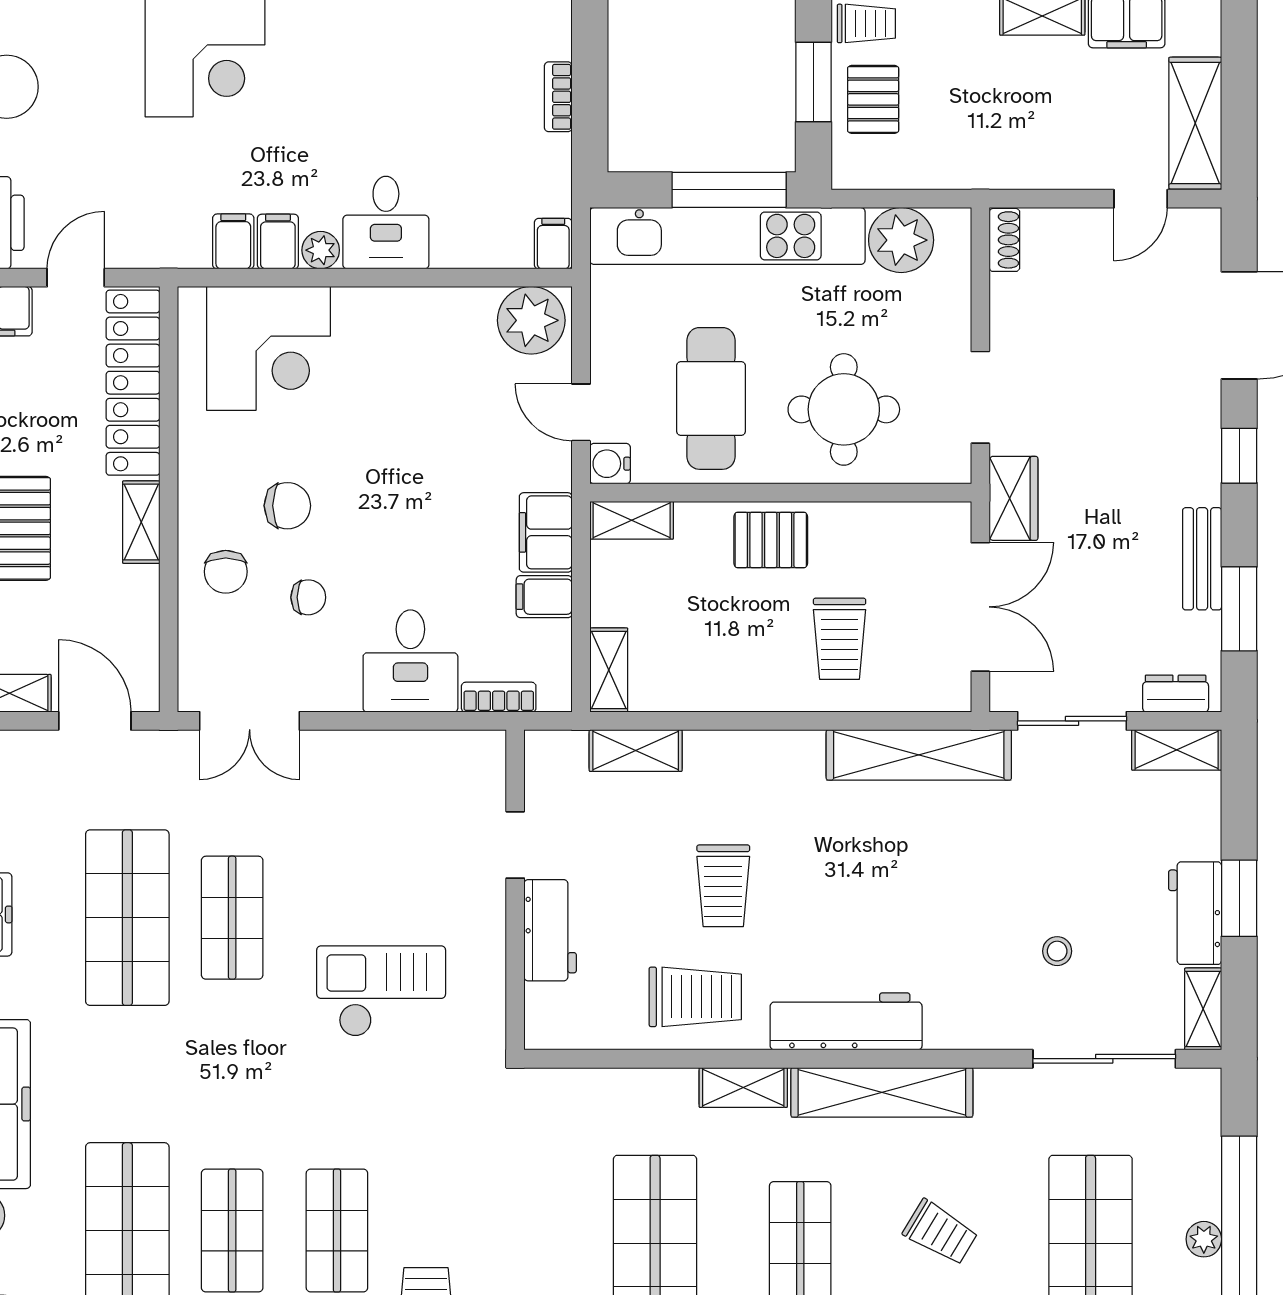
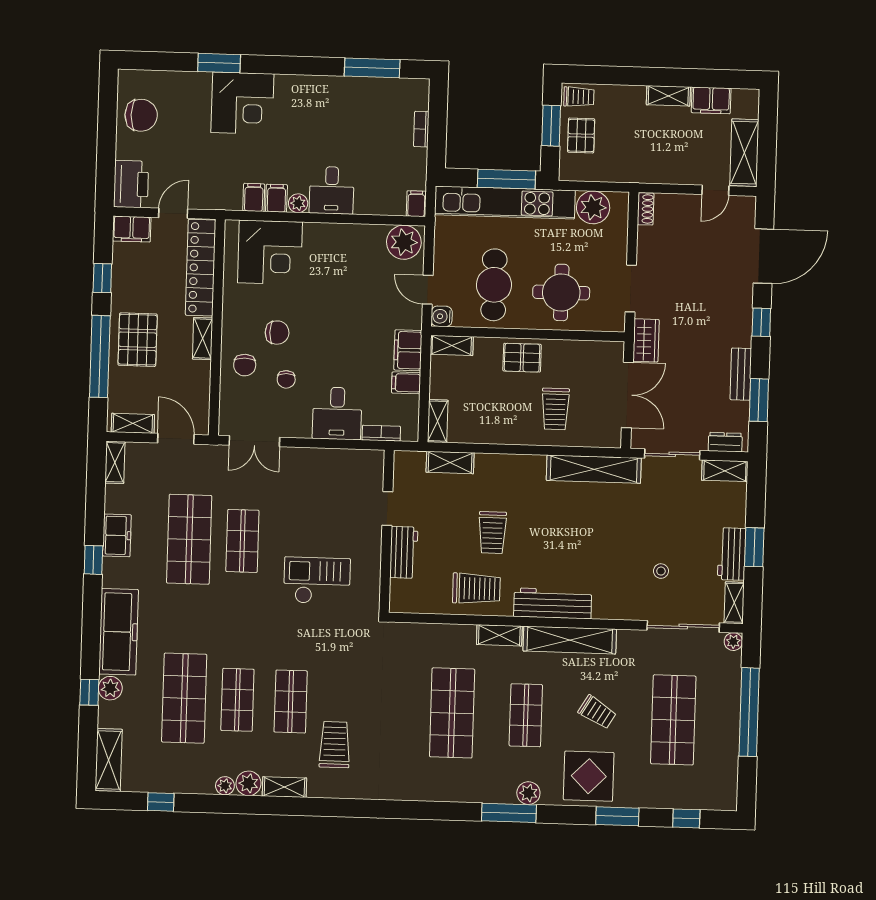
chair: (308, 597) -> (286, 379), turned 90
plant: (1204, 1239) -> (733, 642), moved

